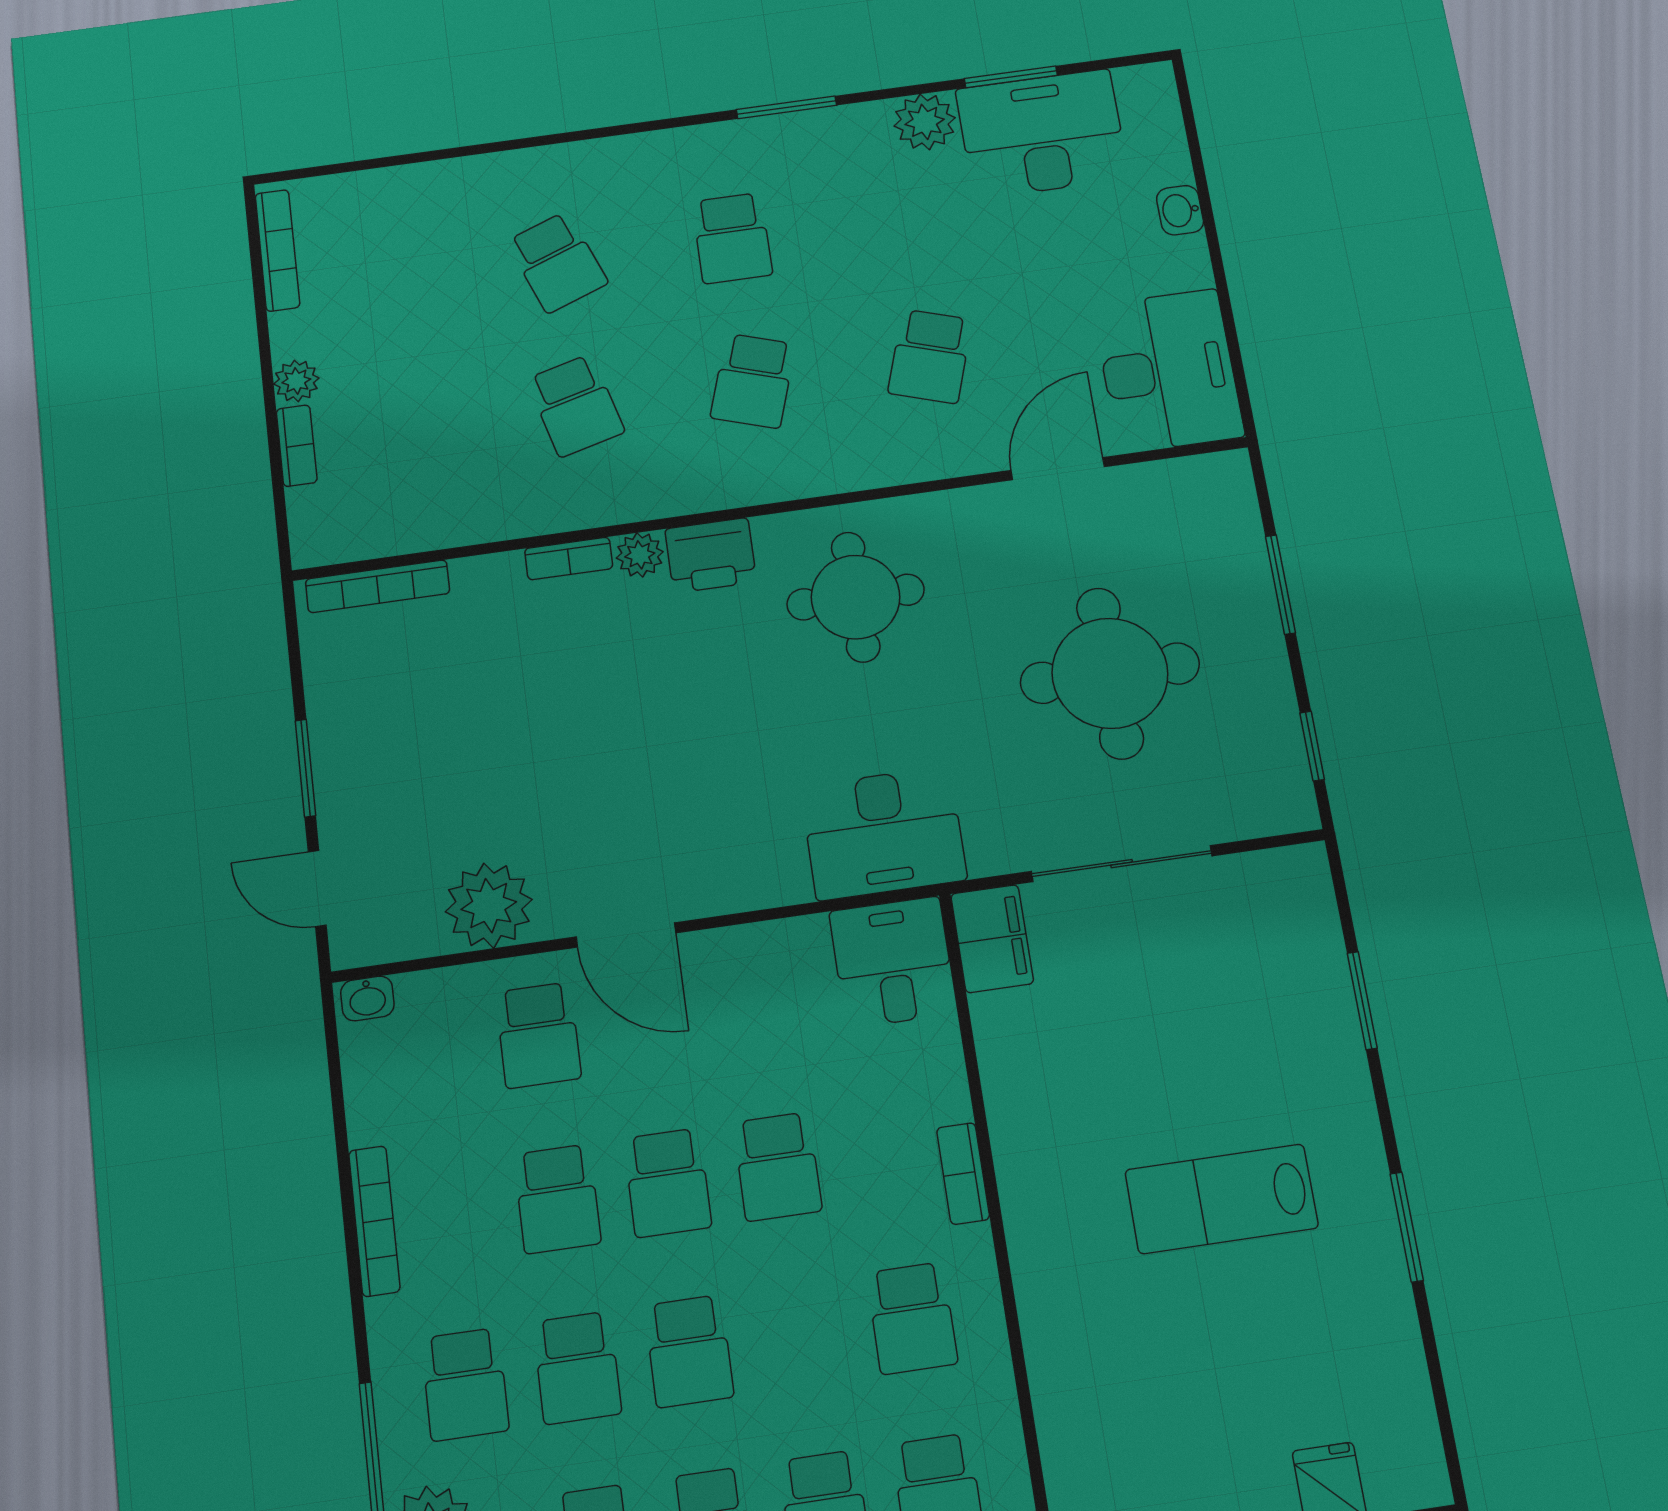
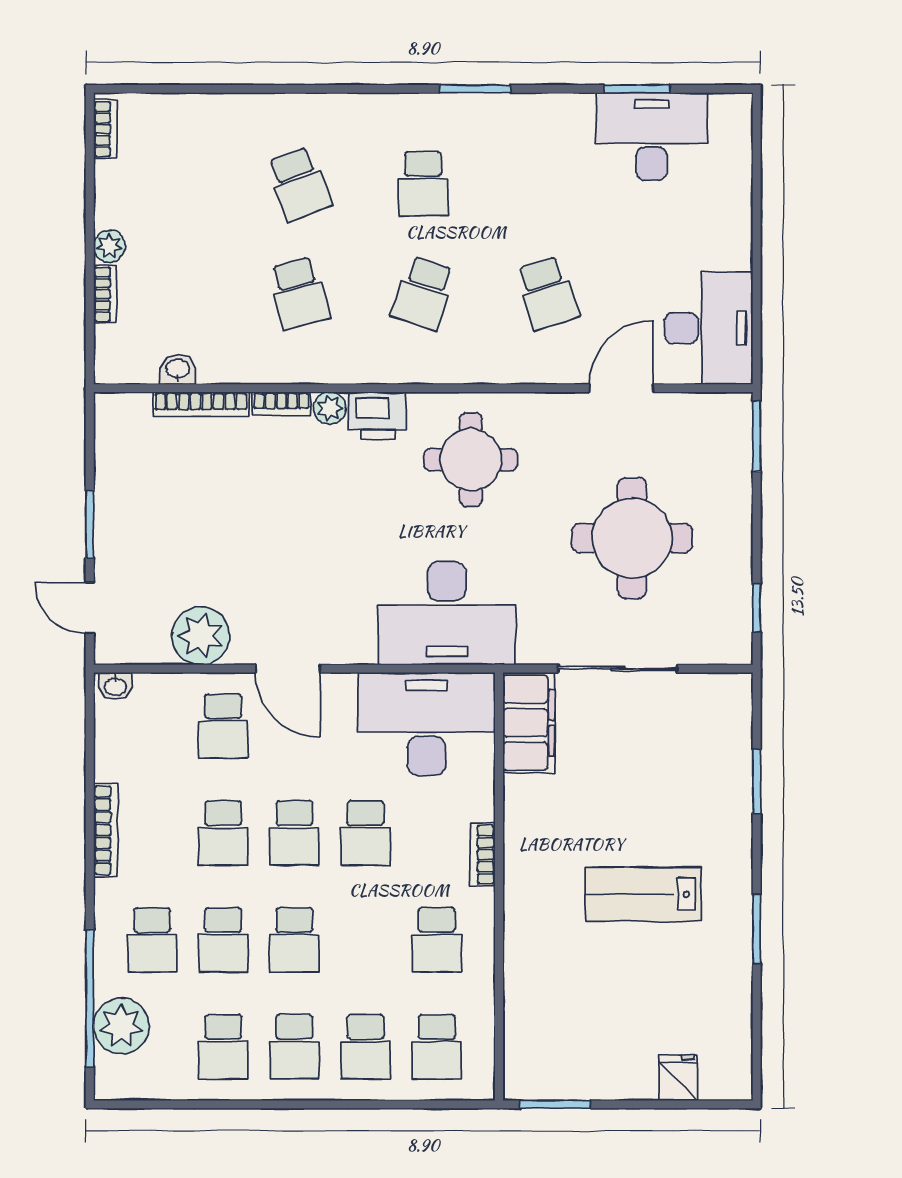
plant: (925, 122) -> (571, 115), removed
washbasin: (1180, 210) -> (178, 370), moved, turned 90
bookcase: (277, 250) -> (105, 129), width x0.64
school desk: (930, 356) -> (547, 293), turned -36
window: (1280, 585) -> (757, 436), moved
bookcase: (378, 586) -> (201, 404), moved
desk: (883, 833) -> (447, 613), width x1.36, depth x1.30
filing cabinet: (992, 939) -> (529, 723), width x1.50, depth x1.17
desk: (893, 962) -> (426, 724), width x1.87, depth x1.30

